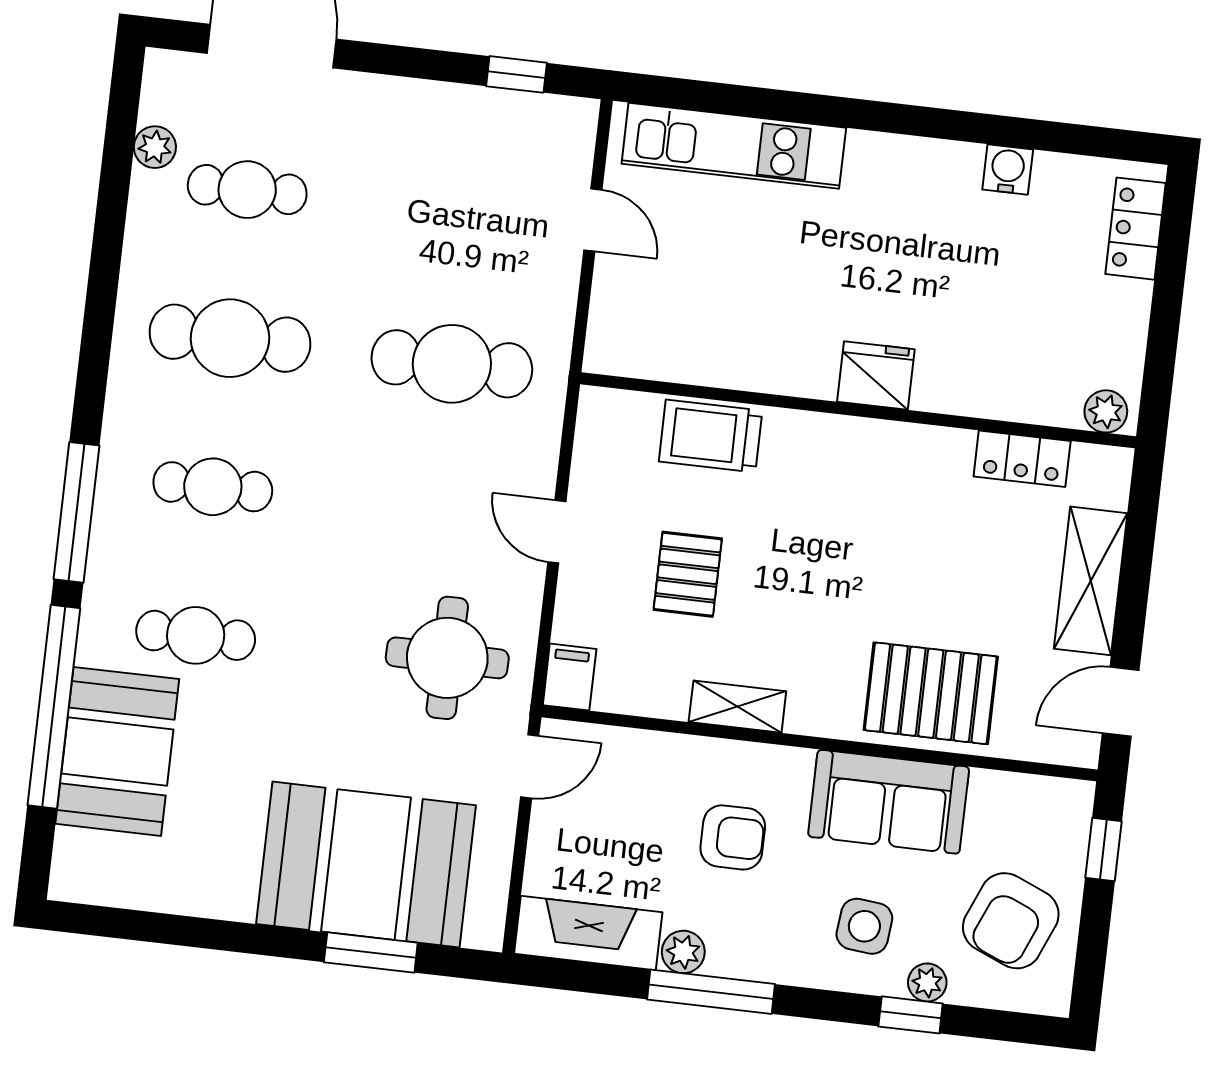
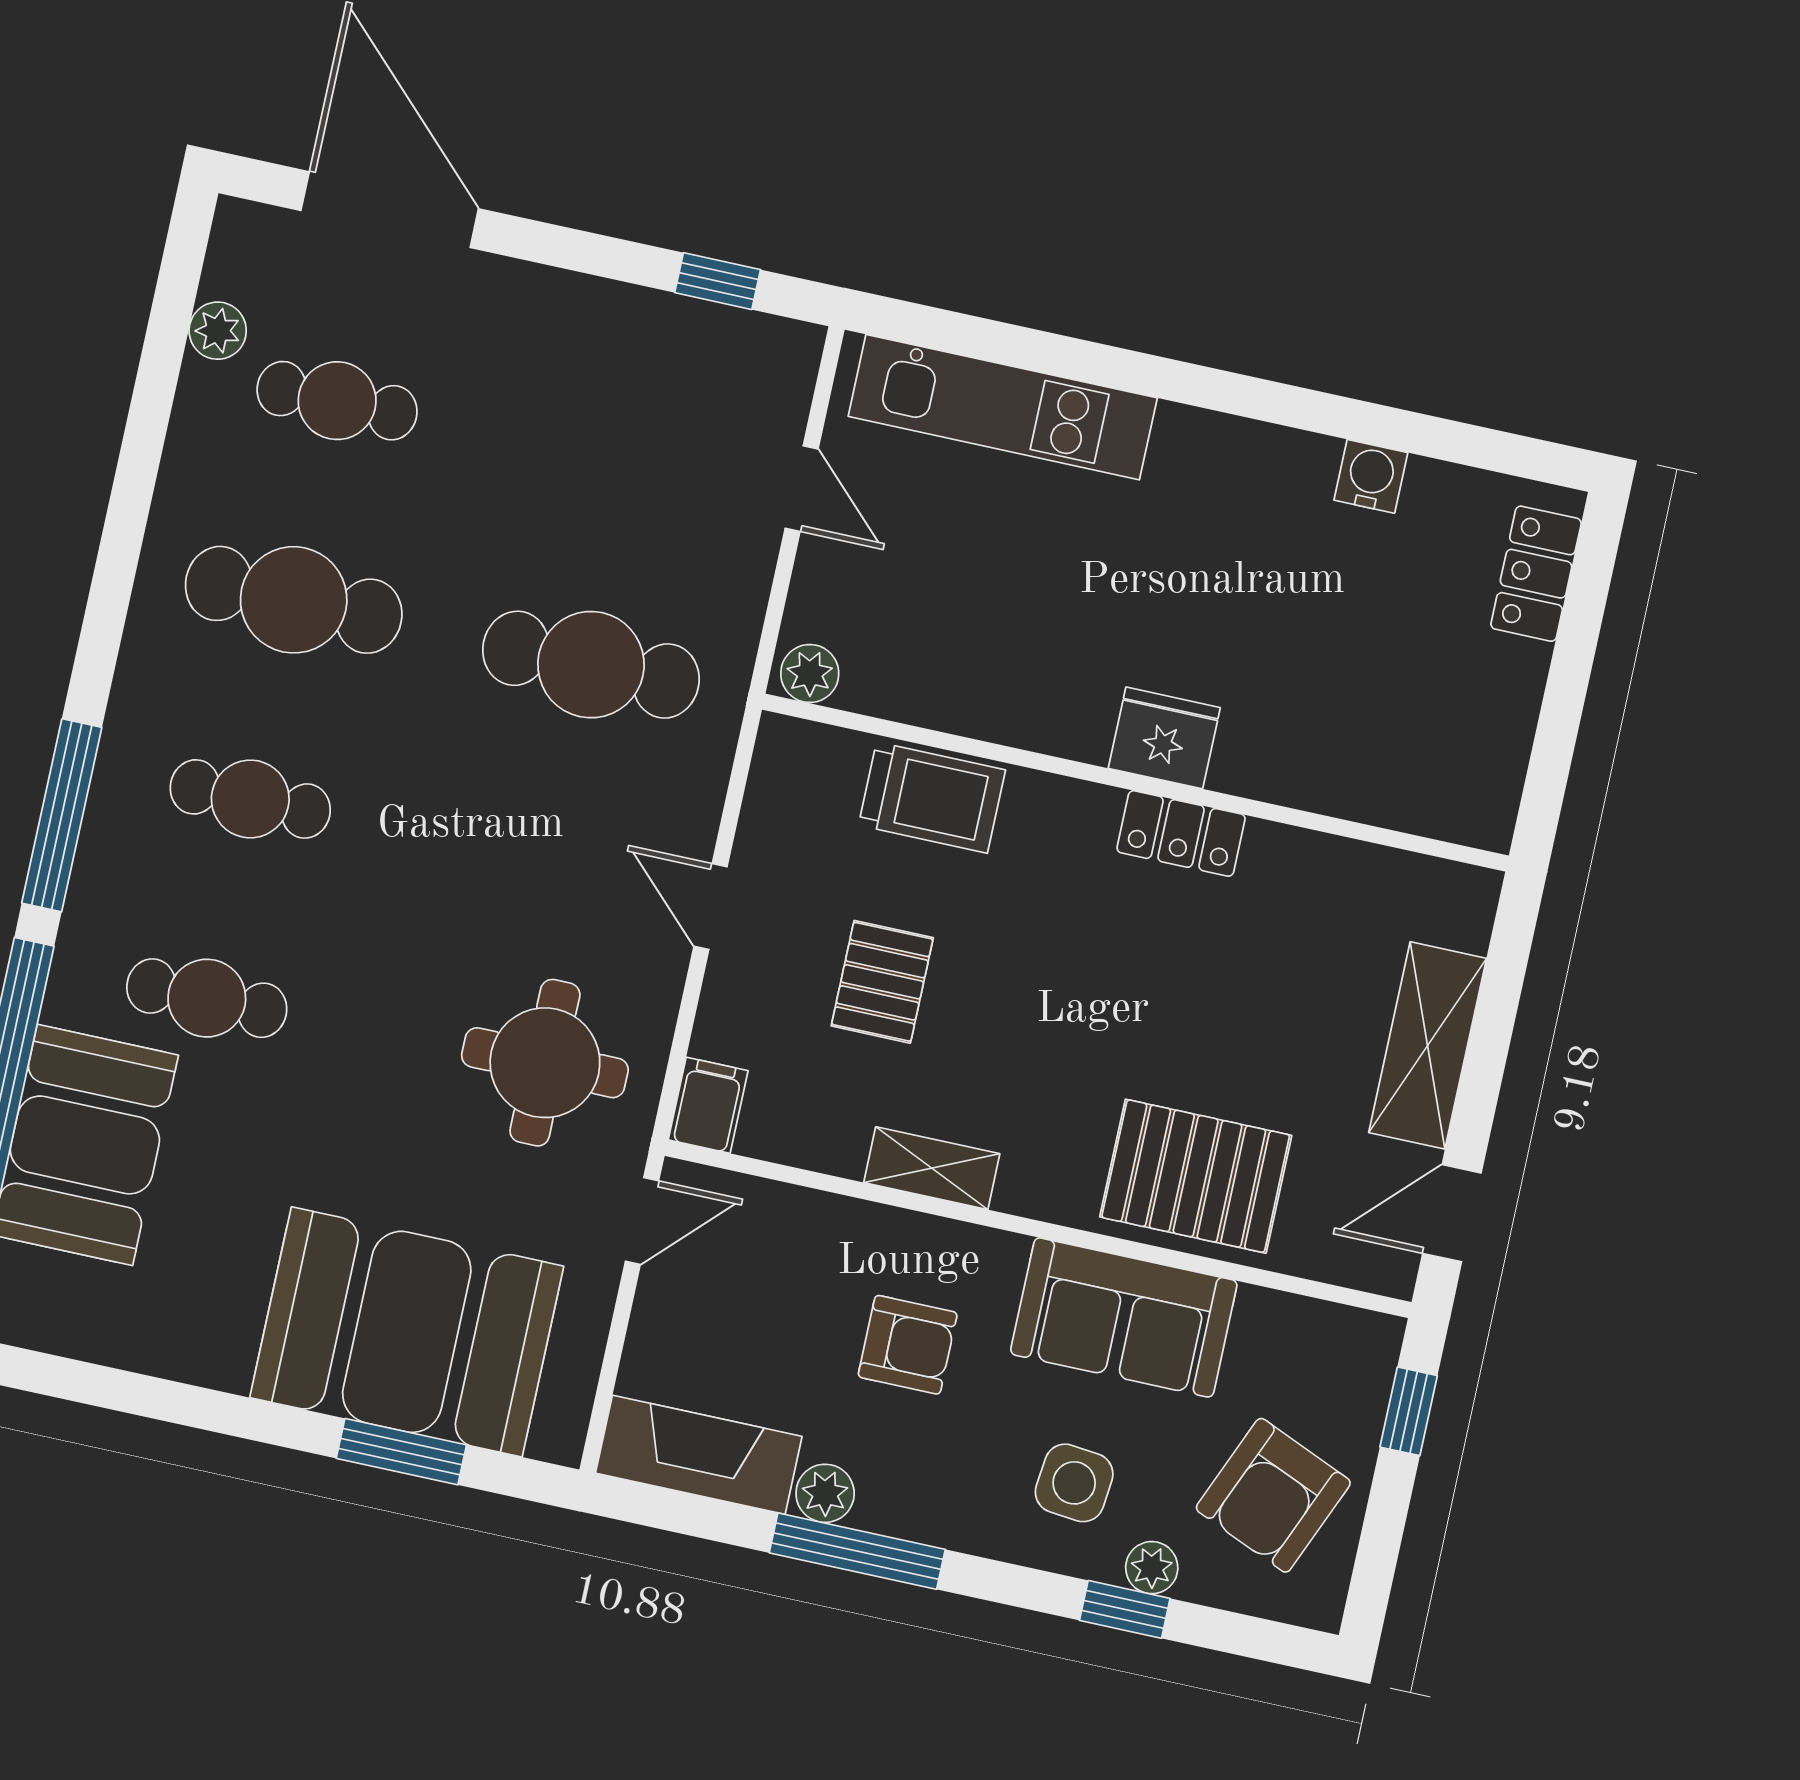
plant: (1106, 411) -> (810, 674), moved
trolley: (711, 436) -> (932, 798), turned 180
locker: (1022, 459) -> (1181, 833), moved

